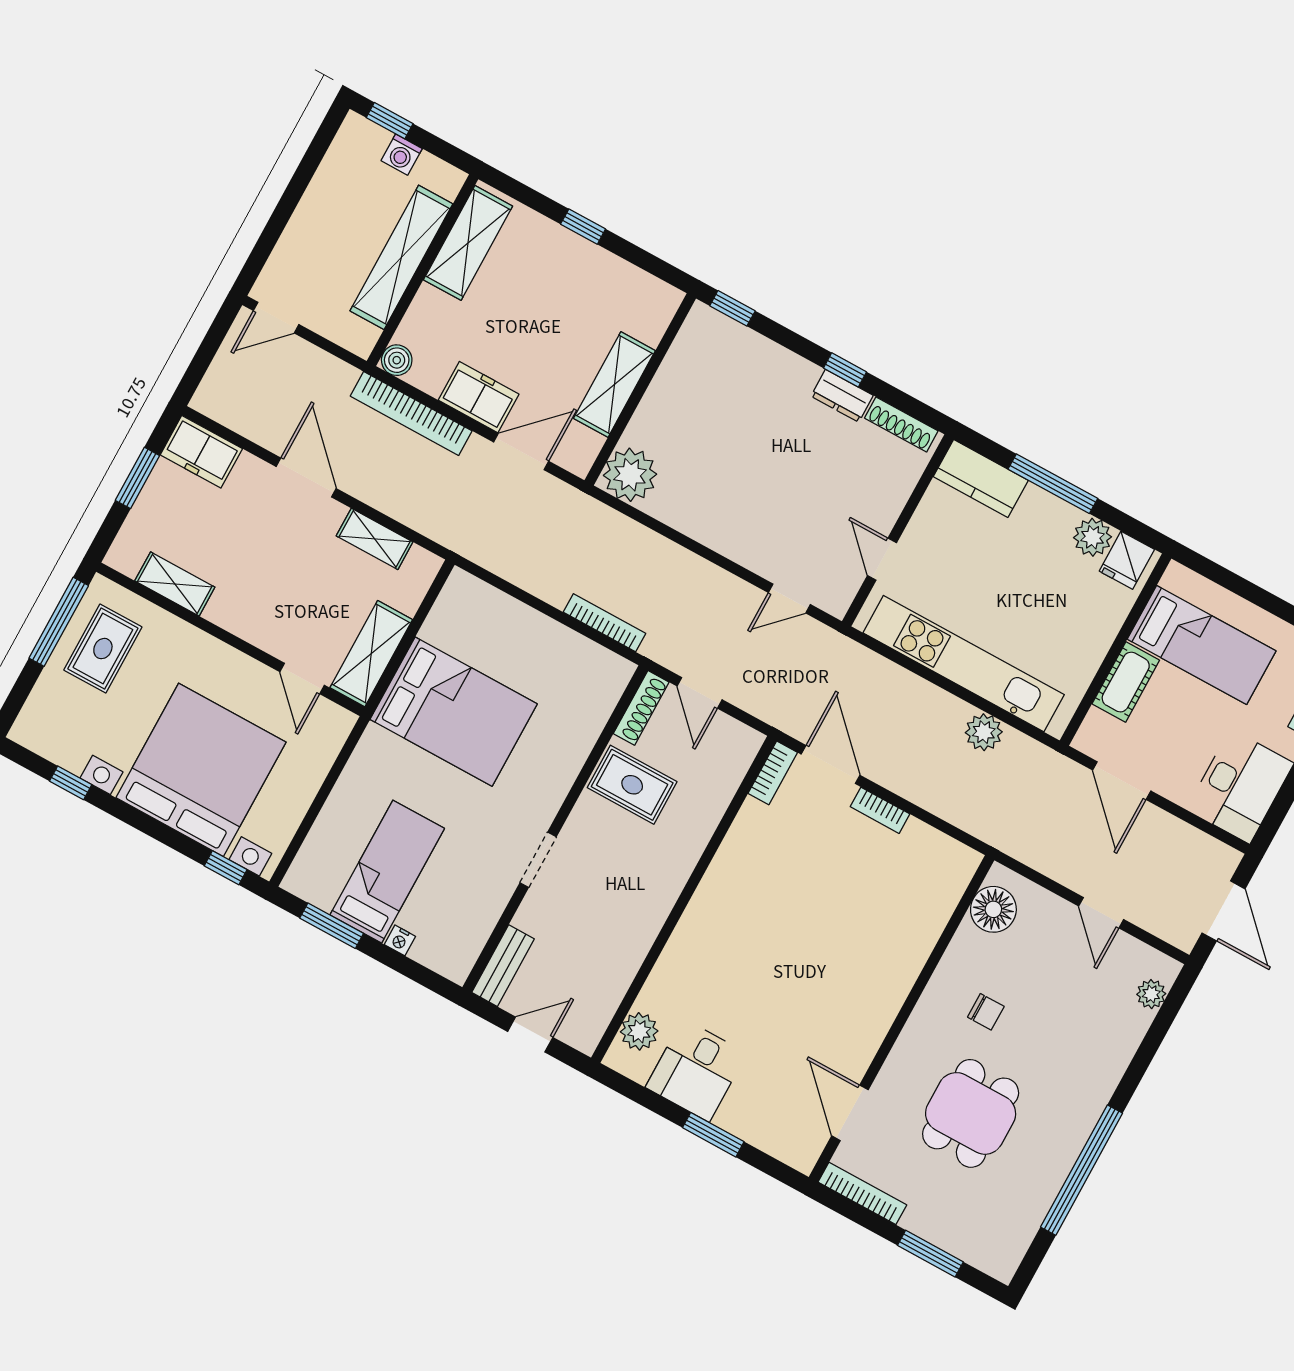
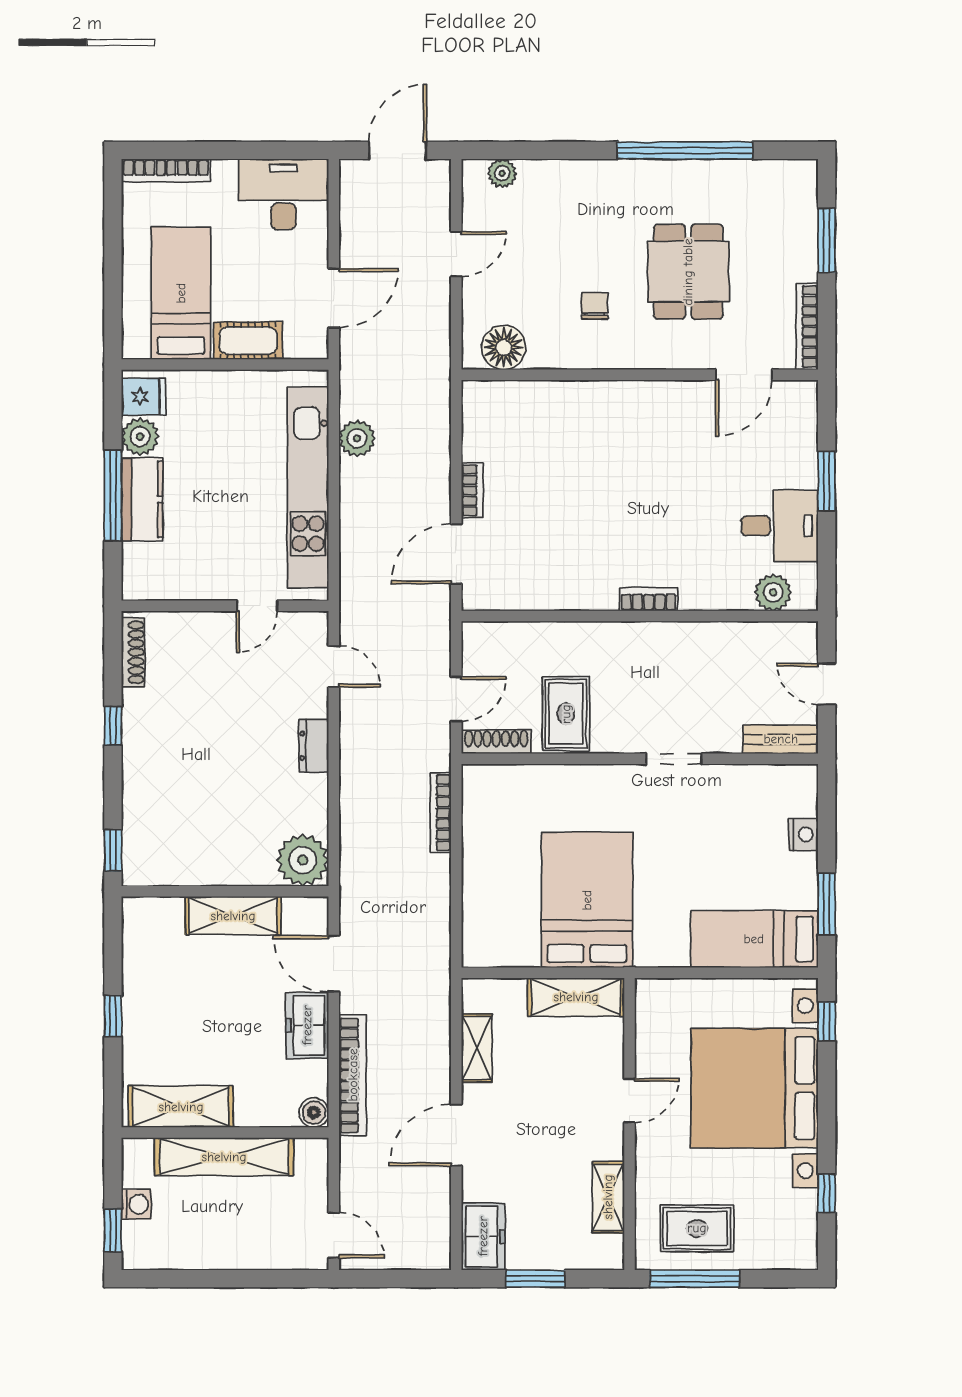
dresser: (842, 396) -> (314, 746), moved, turned 180
kitchen counter: (981, 479) -> (142, 499), moved
door: (302, 679) -> (629, 1100), moved
bookcase: (773, 773) -> (649, 599), moved
bed: (387, 872) -> (754, 939), moved
nightstand: (400, 940) -> (803, 834), width x1.39, depth x1.35
dining table: (971, 1113) -> (688, 272), turned 90

